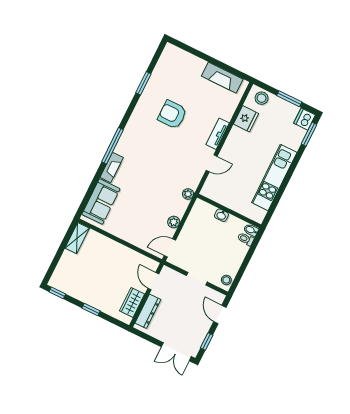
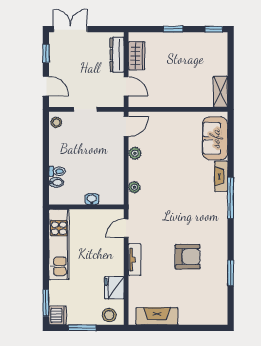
wall: (229, 211) -> (86, 207), moved
washbasin: (221, 215) -> (92, 199), moved

